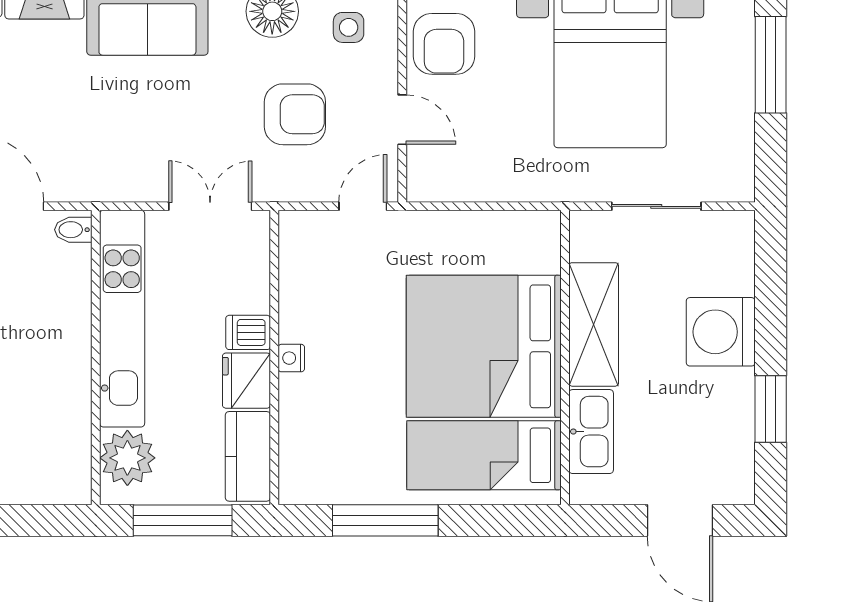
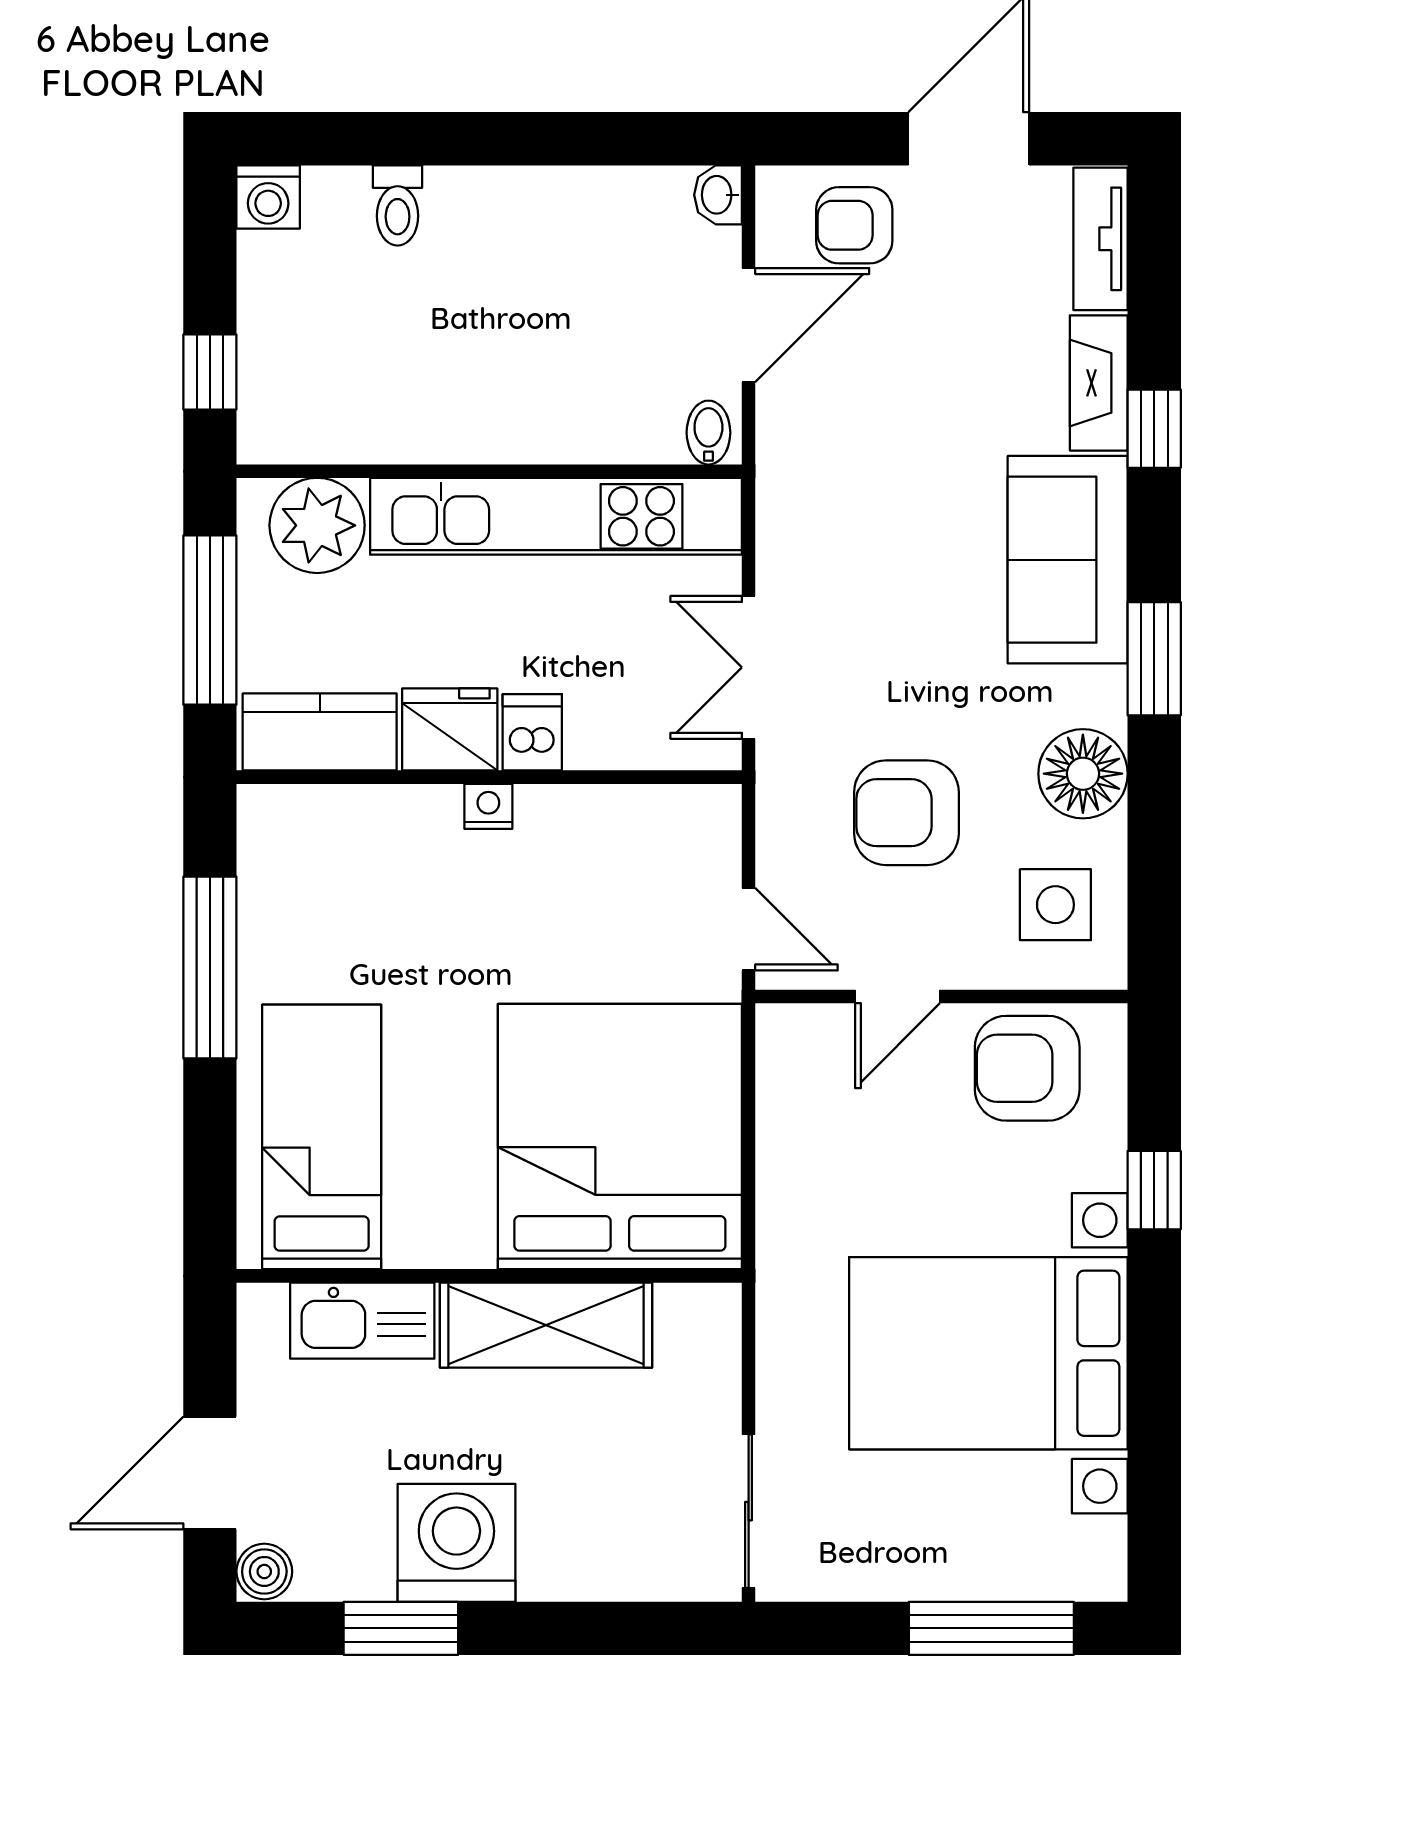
side table: (349, 27) -> (1055, 905), width x1.37, depth x1.37
armchair: (295, 114) -> (906, 813), turned 90
double door: (210, 206) -> (749, 667), swing flipped
sliding door: (656, 206) -> (749, 1511), moved
washing machine: (721, 332) -> (456, 1543), moved
bed: (484, 346) -> (620, 1137), moved
boiler: (737, 489) -> (264, 1571), added
window: (38, 520) -> (210, 372), added

